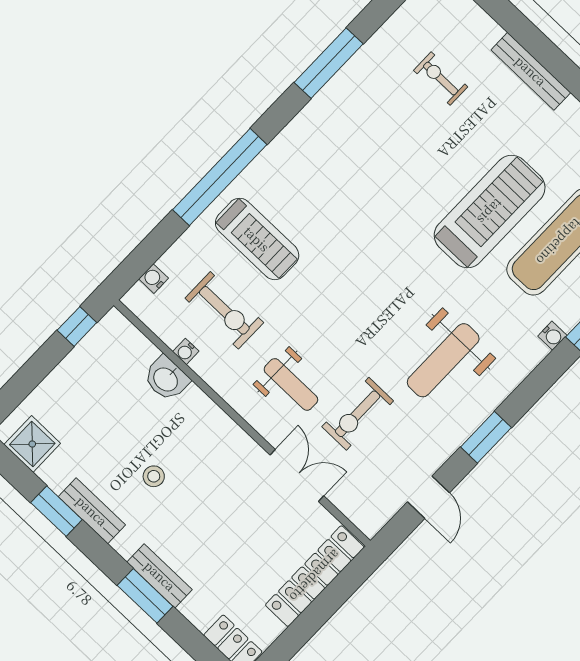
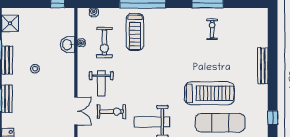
exercise bike: (441, 79) -> (212, 29), moved
exercise bike: (358, 414) -> (112, 112), turned 180

